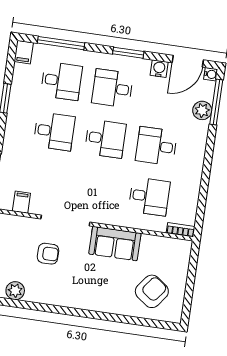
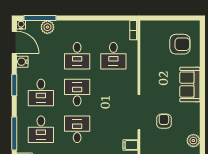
desk: (61, 81) -> (41, 129), turned 180
desk: (149, 196) -> (113, 56), turned 180
sofa: (115, 244) -> (190, 85), moved, turned 180
armchair: (152, 291) -> (180, 44), turned 143

